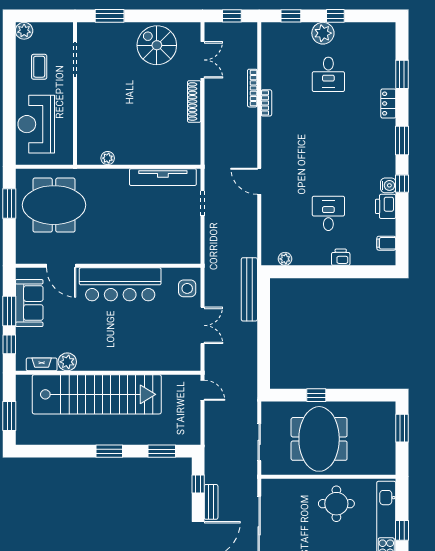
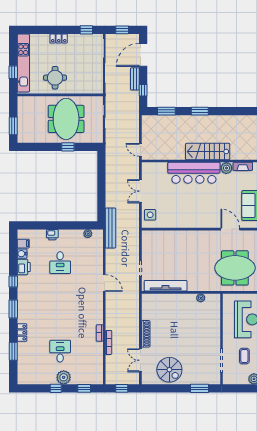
water cooler: (388, 185) -> (22, 254), moved
bar counter: (120, 284) -> (194, 173), moved, turned 180
bench: (249, 289) -> (110, 228), moved
stairs: (97, 394) -> (208, 152), width x0.54, depth x0.66
window: (402, 530) -> (13, 72), moved

